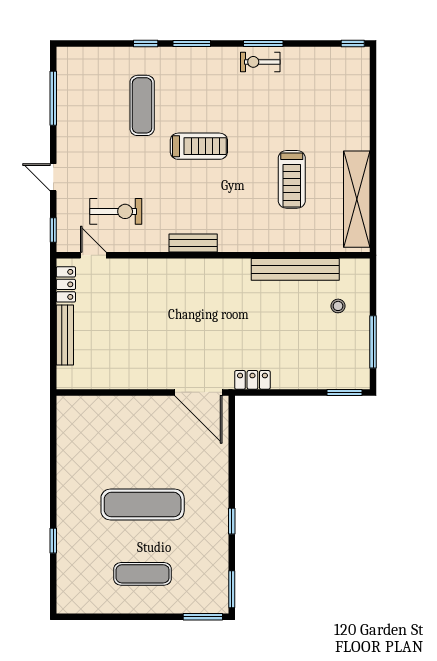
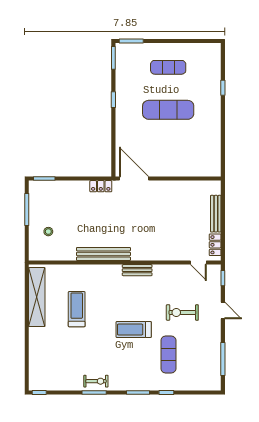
exercise bike: (116, 211) -> (182, 312), moved
bench: (295, 269) -> (103, 254), moved

